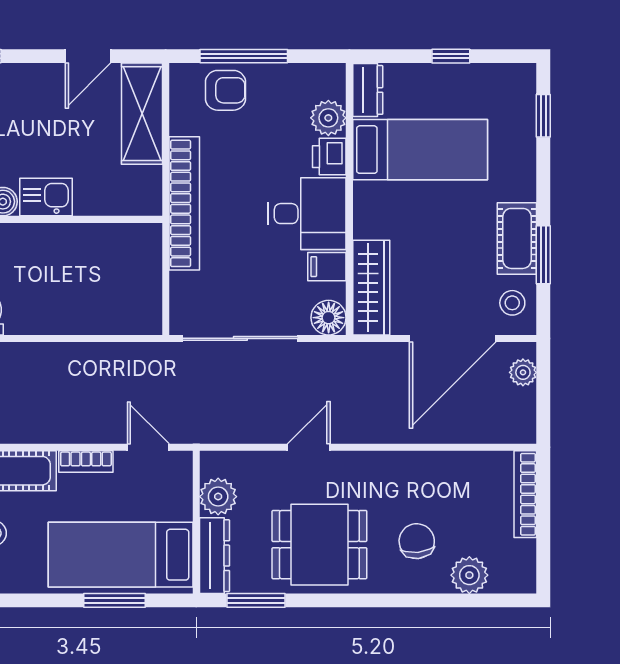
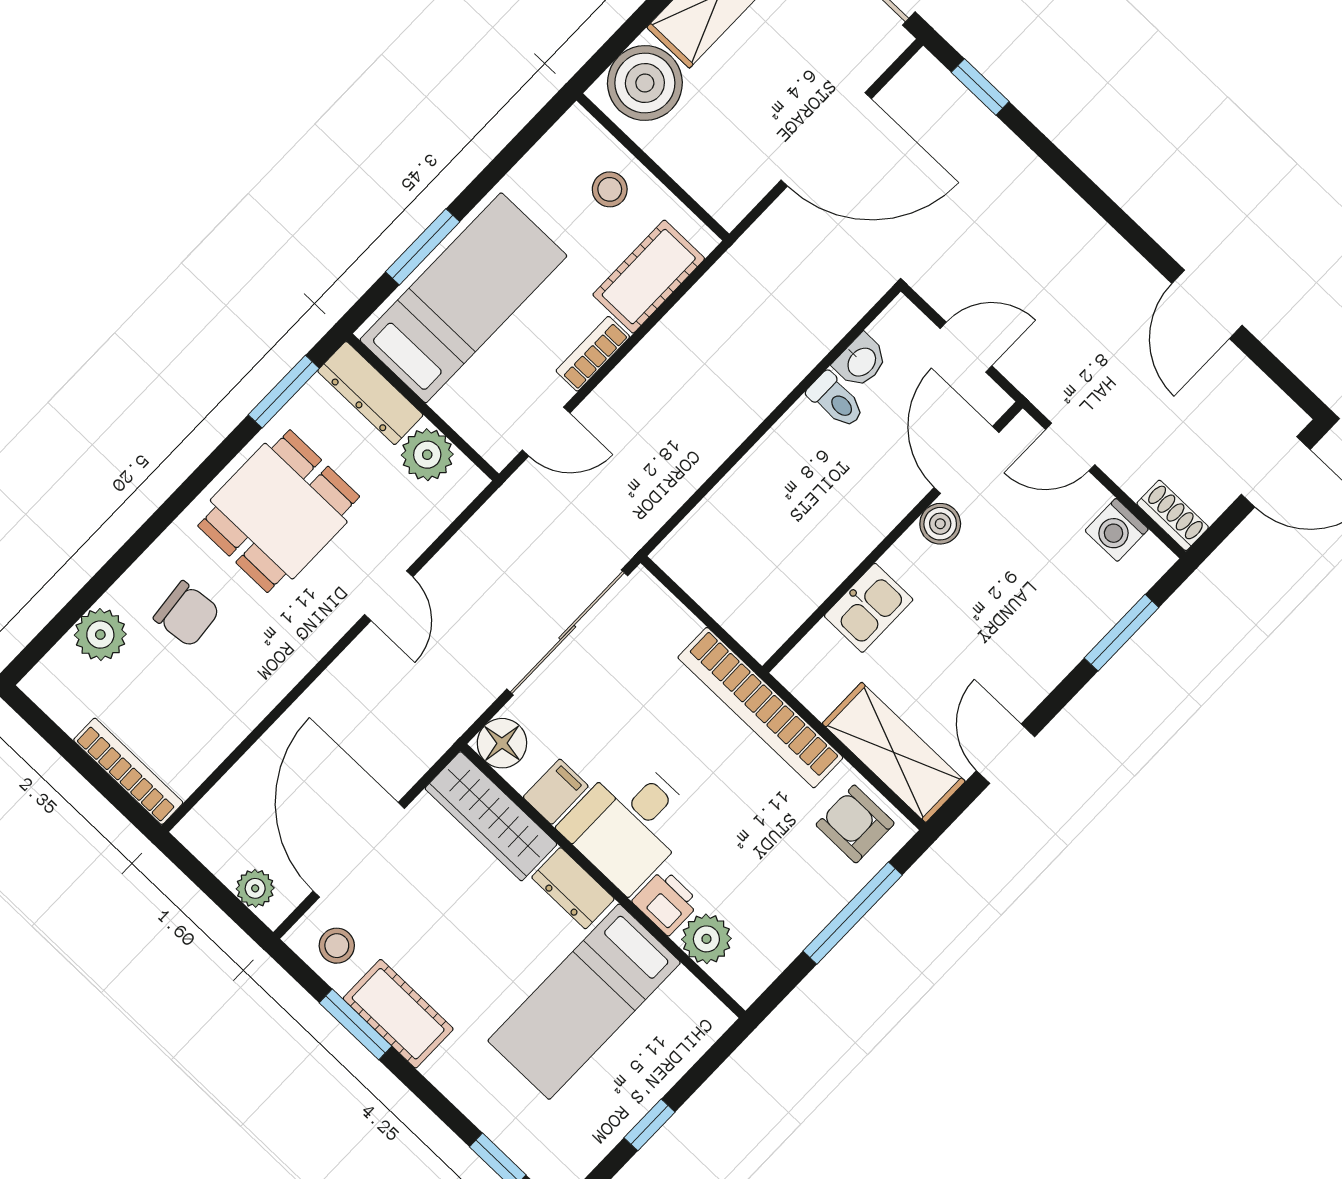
armchair: (226, 90) -> (855, 824), moved, turned 90
dresser: (368, 90) -> (573, 888), moved
kitchen sink: (46, 197) -> (869, 608), moved

